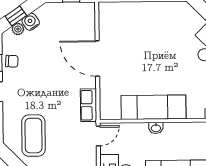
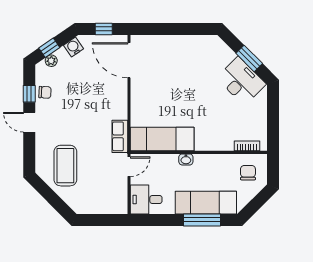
water cooler: (31, 22) -> (74, 47), moved
door: (97, 58) -> (129, 60), moved
exam couch: (153, 107) -> (162, 139), moved

